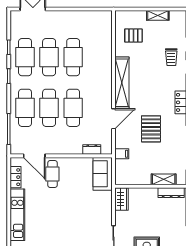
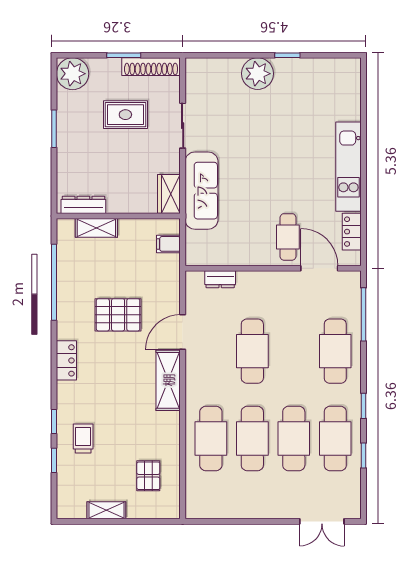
pallet: (133, 35) -> (148, 476), turned 90
shelving: (122, 83) -> (168, 380), width x0.68
cafe table: (49, 108) -> (211, 439), moved
pallet: (151, 129) -> (118, 315), turned 90
filing cabinet: (122, 154) -> (168, 244), moved
sofa: (103, 174) -> (201, 191), moved, width x1.36

